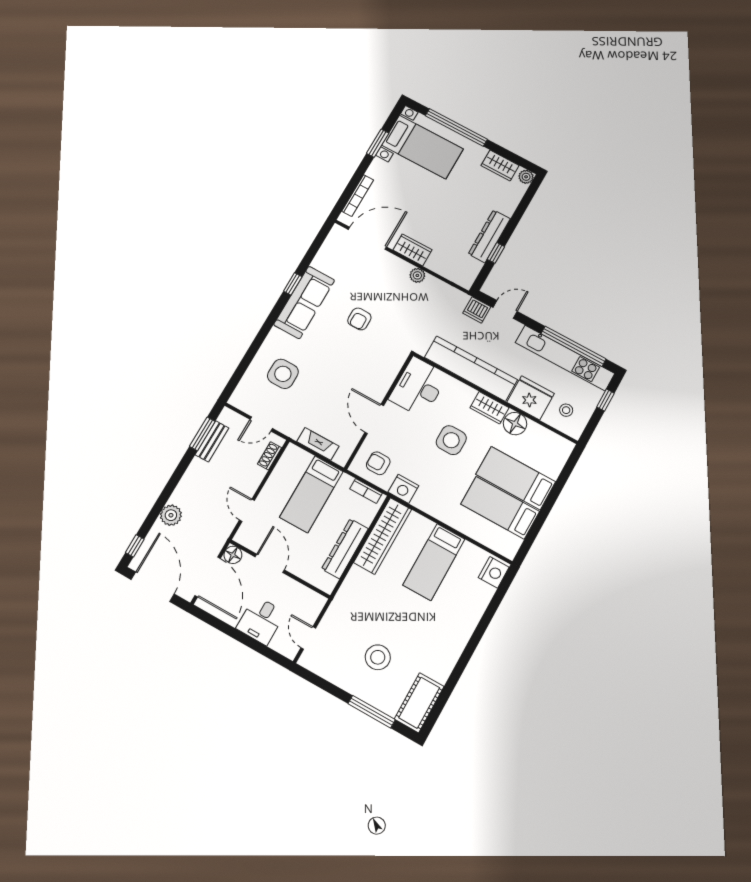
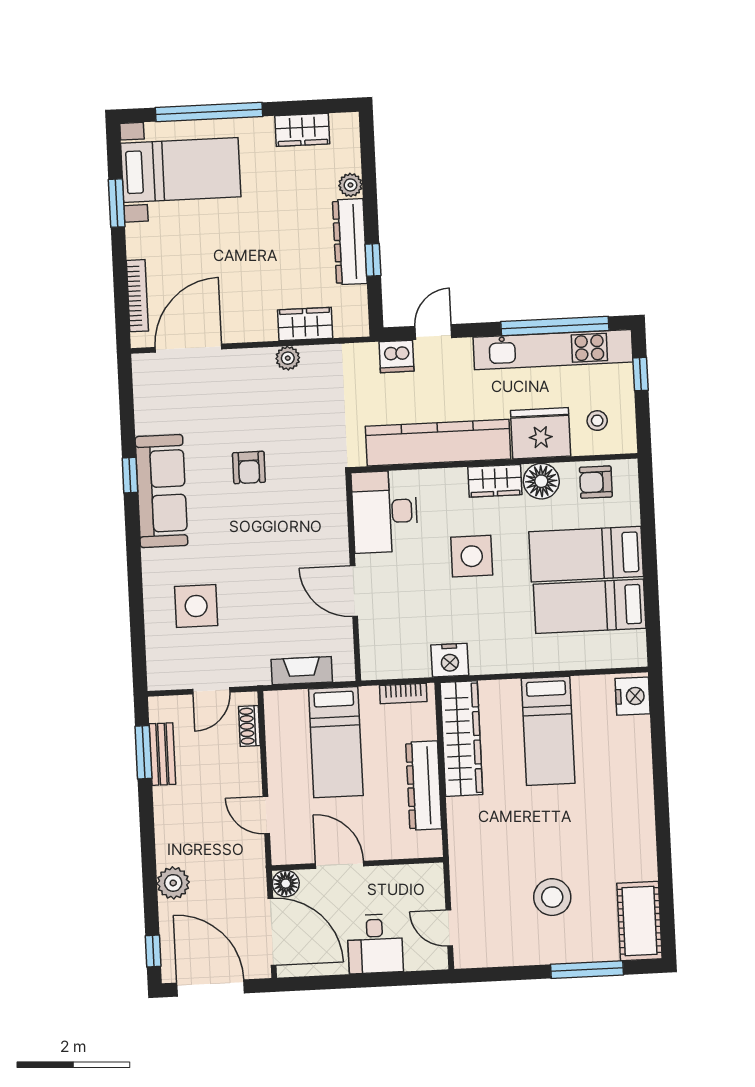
plant: (526, 177) -> (350, 185), moved
wardrobe: (412, 250) -> (305, 324), moved
armchair: (378, 463) -> (596, 482), moved

